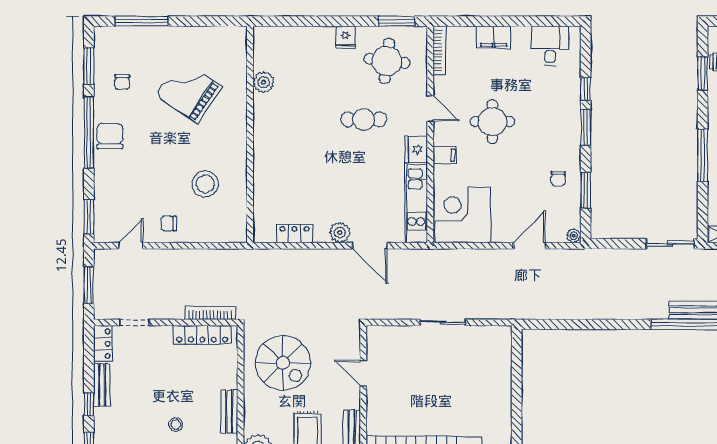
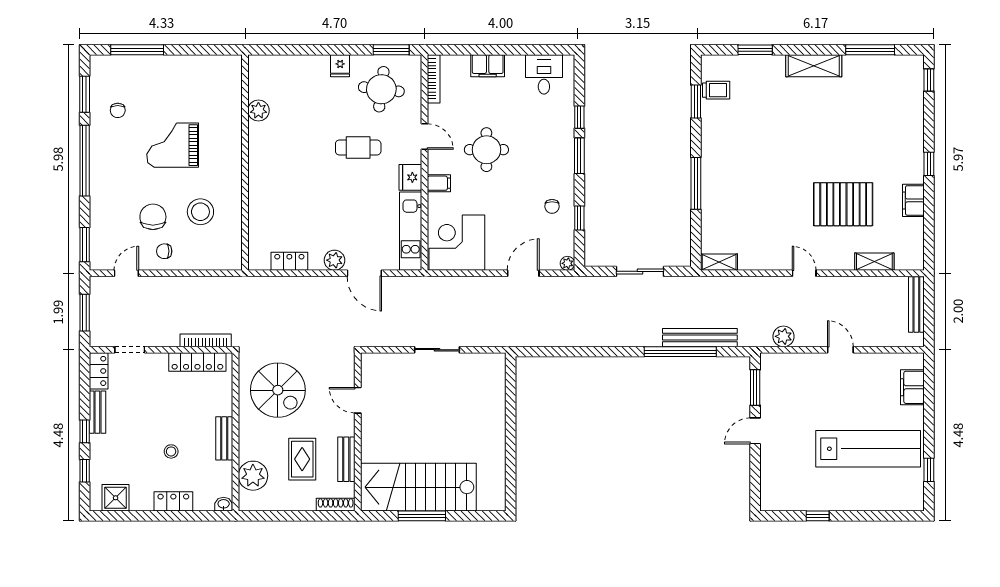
grand piano: (189, 91) -> (173, 145), moved, turned -34
chair: (110, 136) -> (153, 217), moved
window: (586, 190) -> (579, 218), width x0.67
sliding door: (670, 244) -> (640, 271), moved

